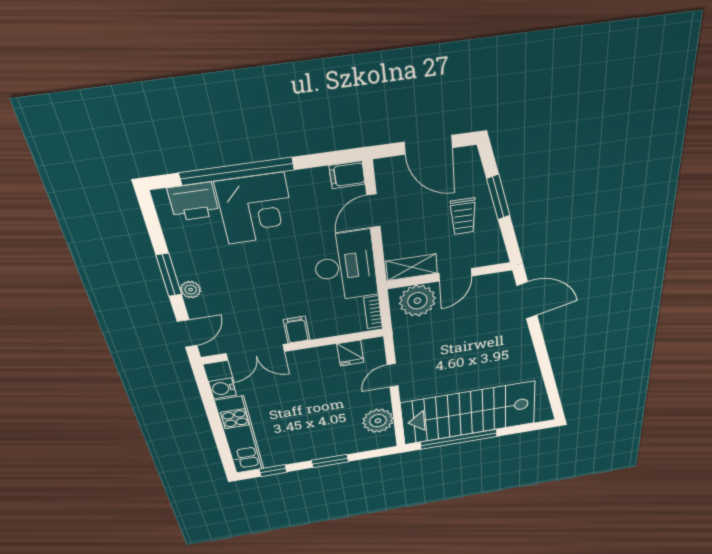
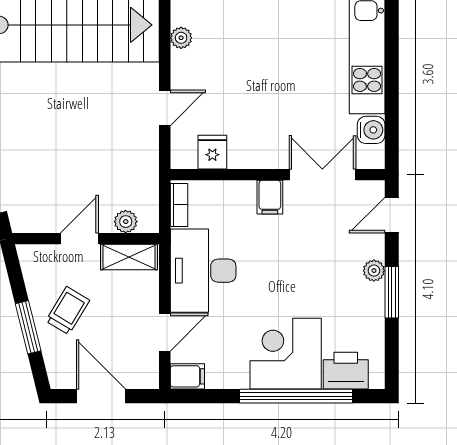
trolley: (463, 216) -> (68, 311), turned 31
plant: (417, 301) -> (126, 222), width x0.53, depth x0.53
plant: (378, 421) -> (181, 38), width x0.53, depth x0.53

